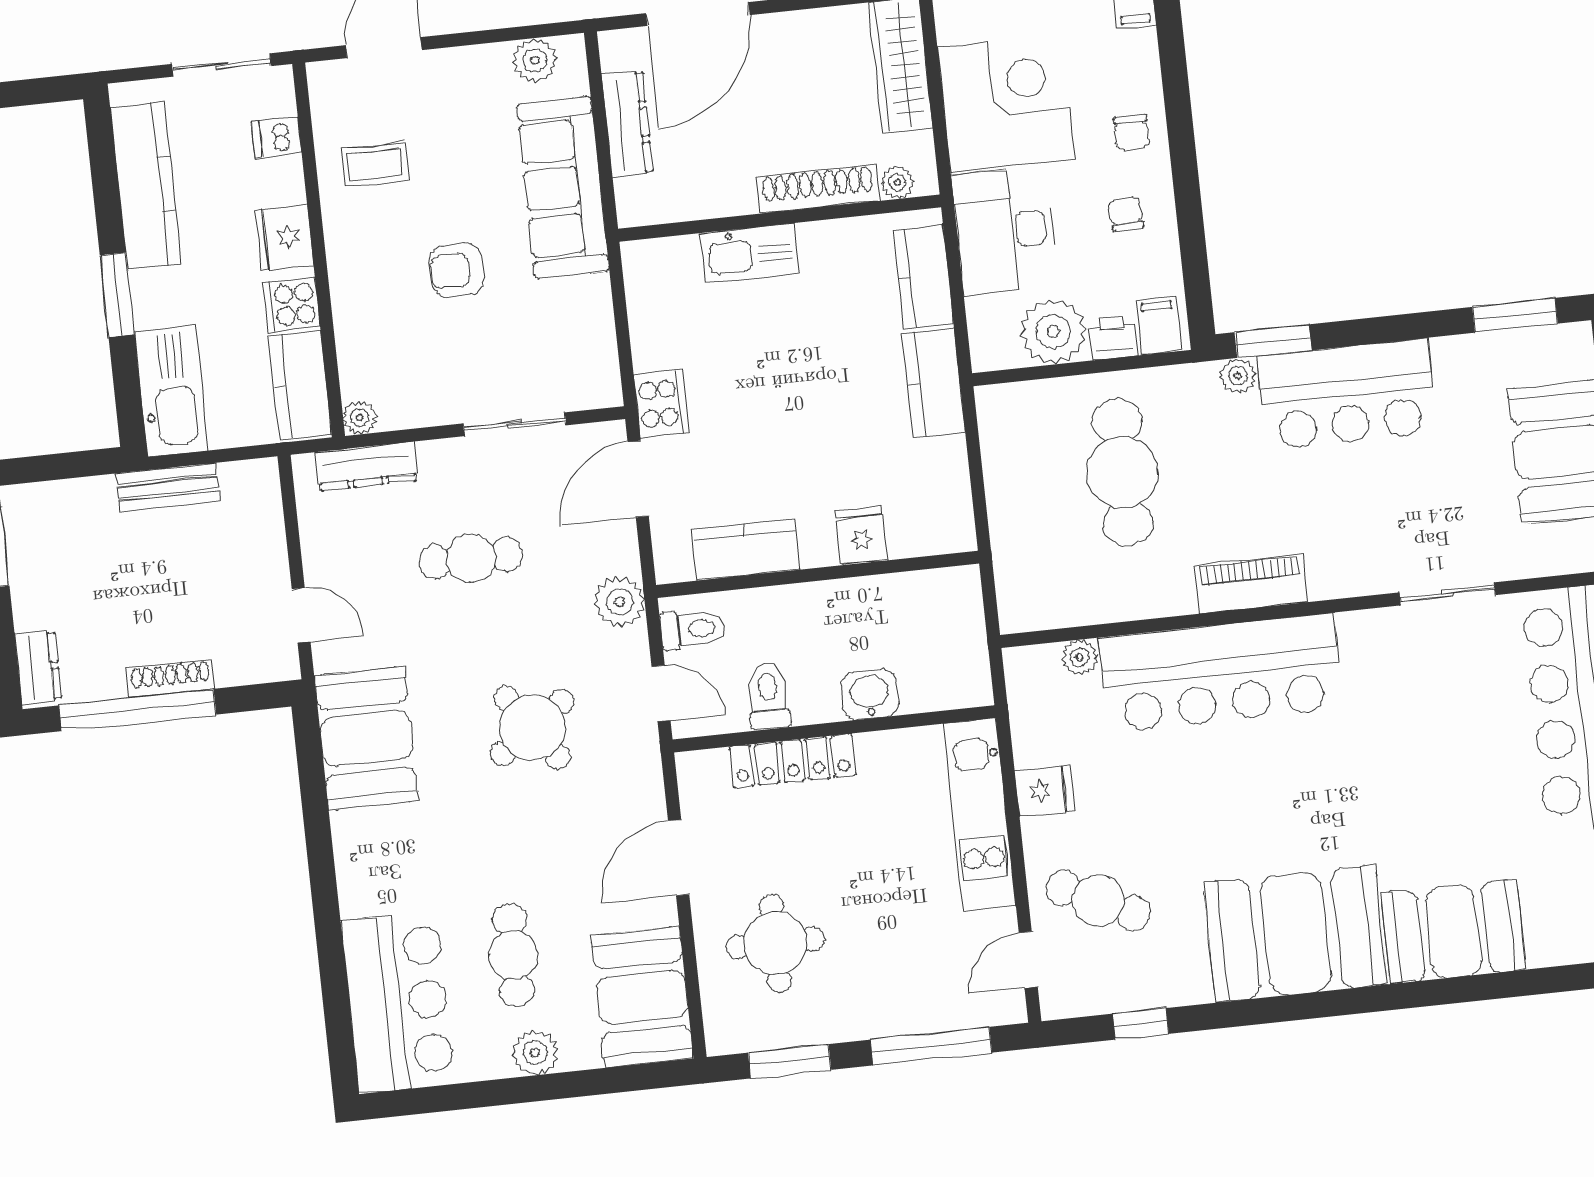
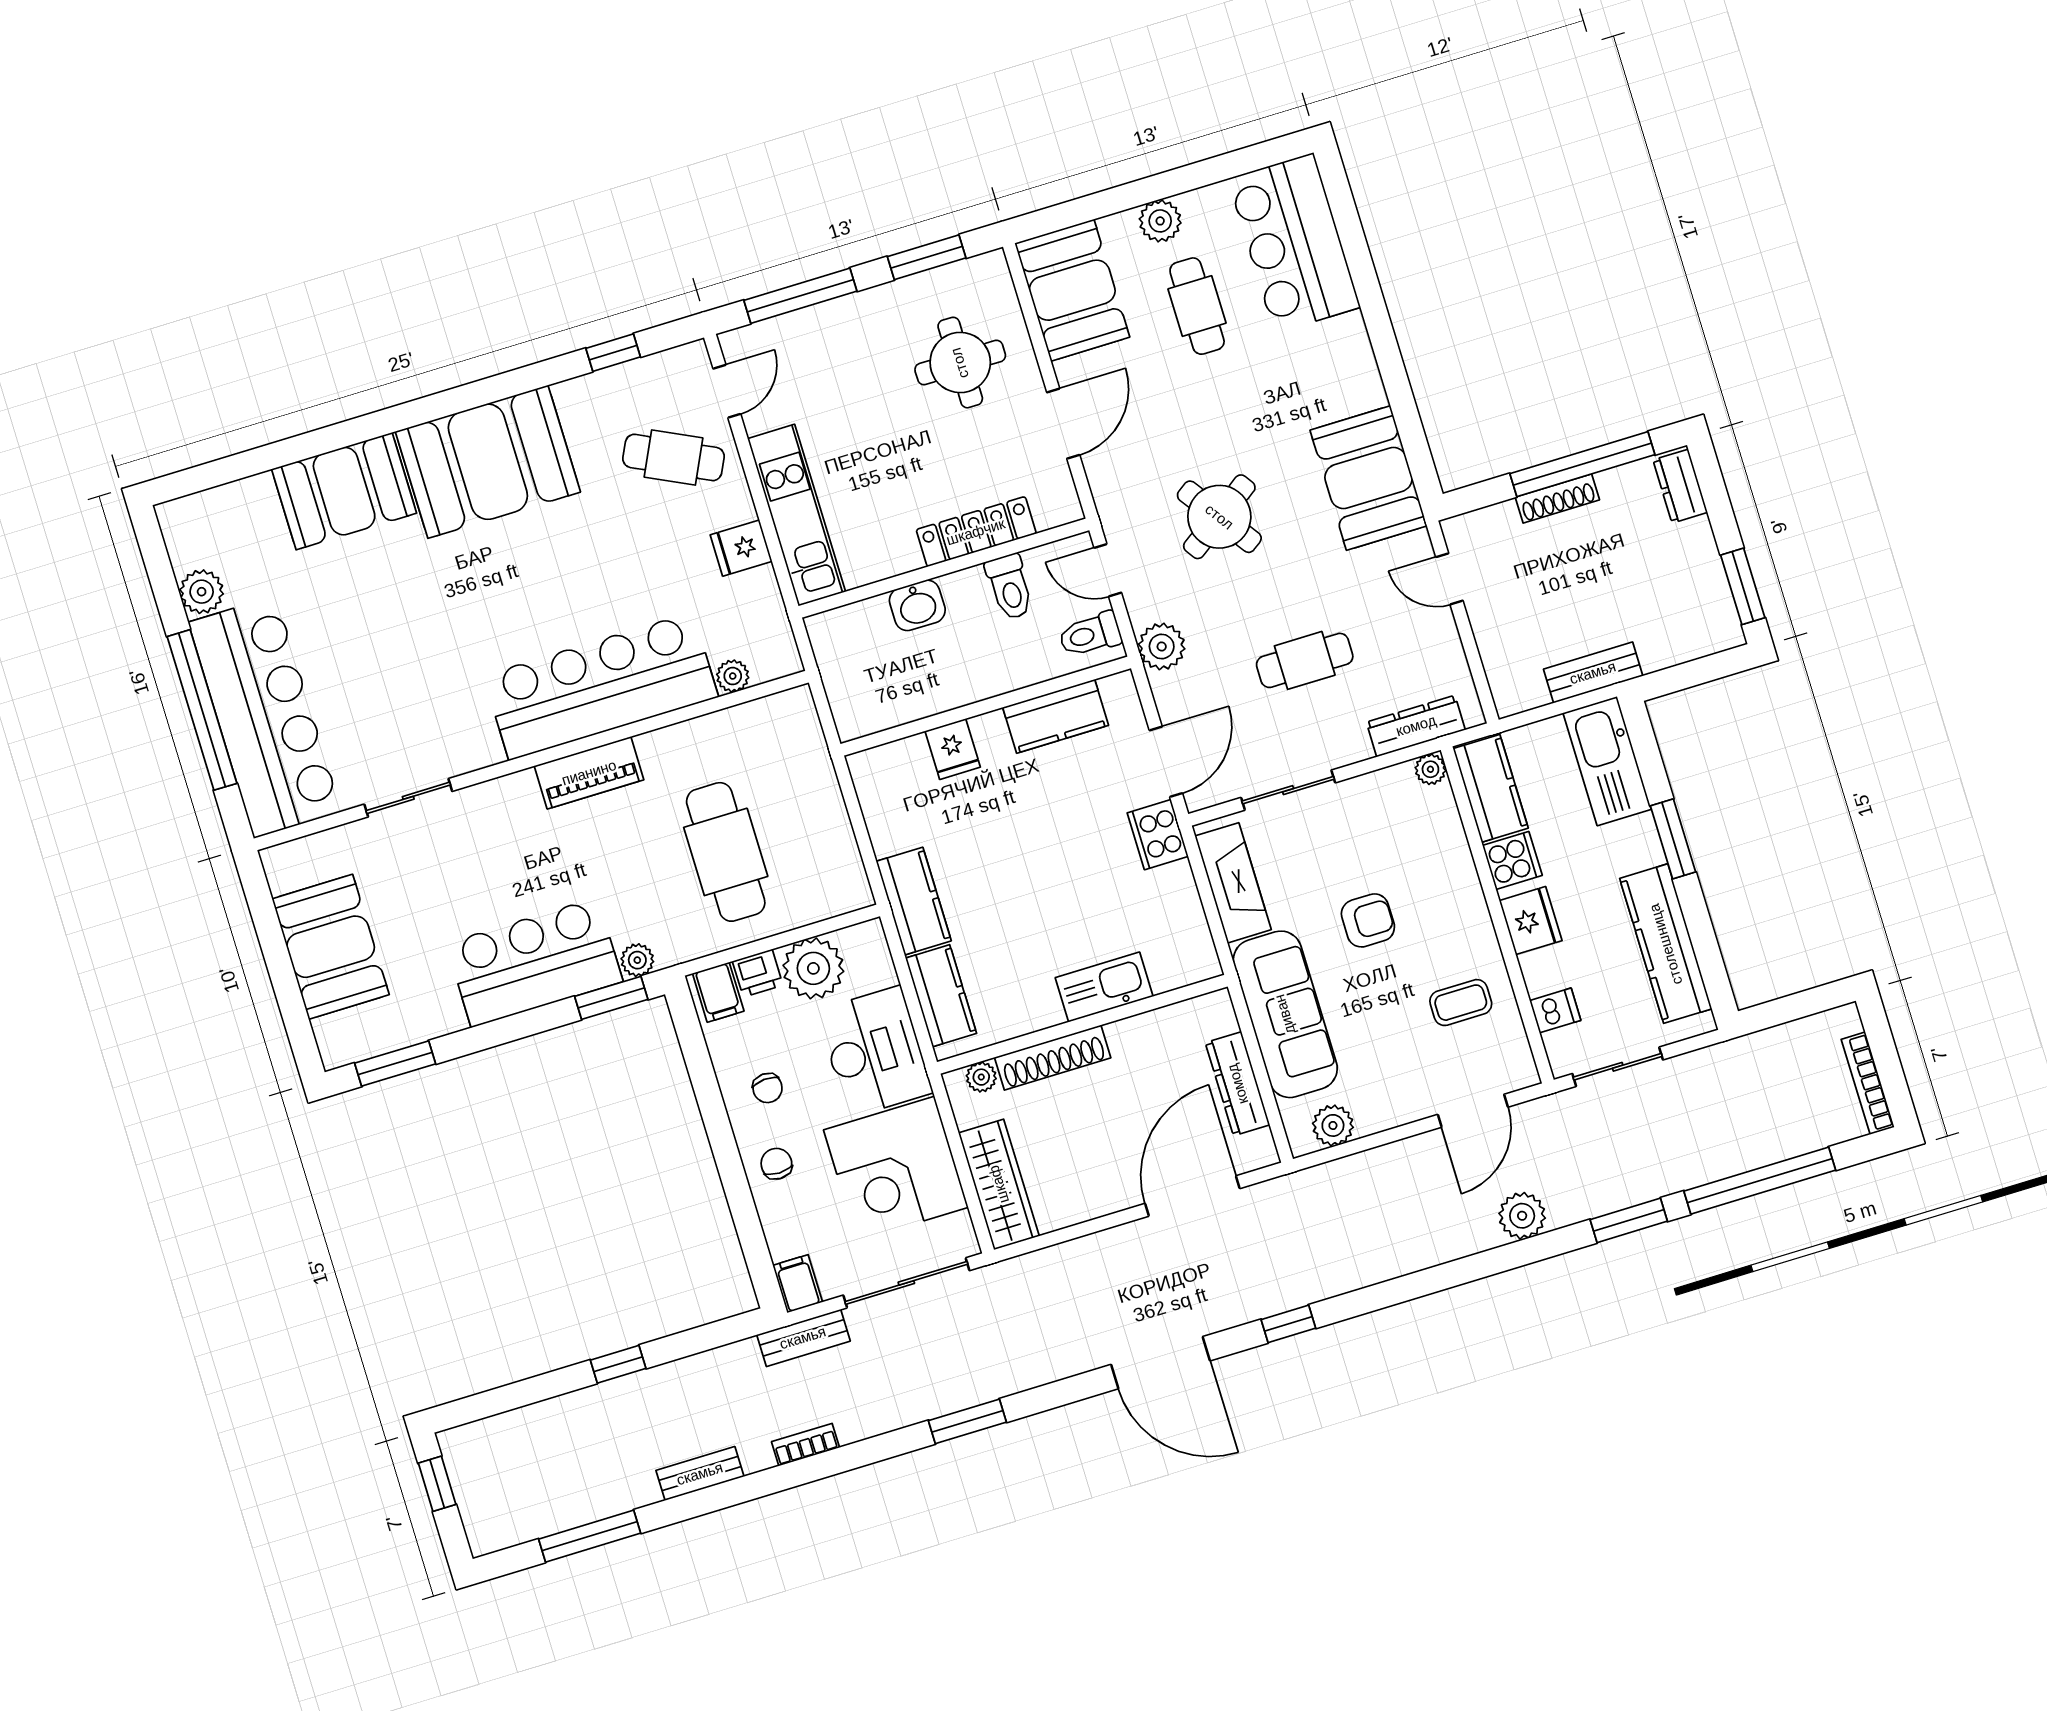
fireplace: (592, 337) -> (1233, 883), added

